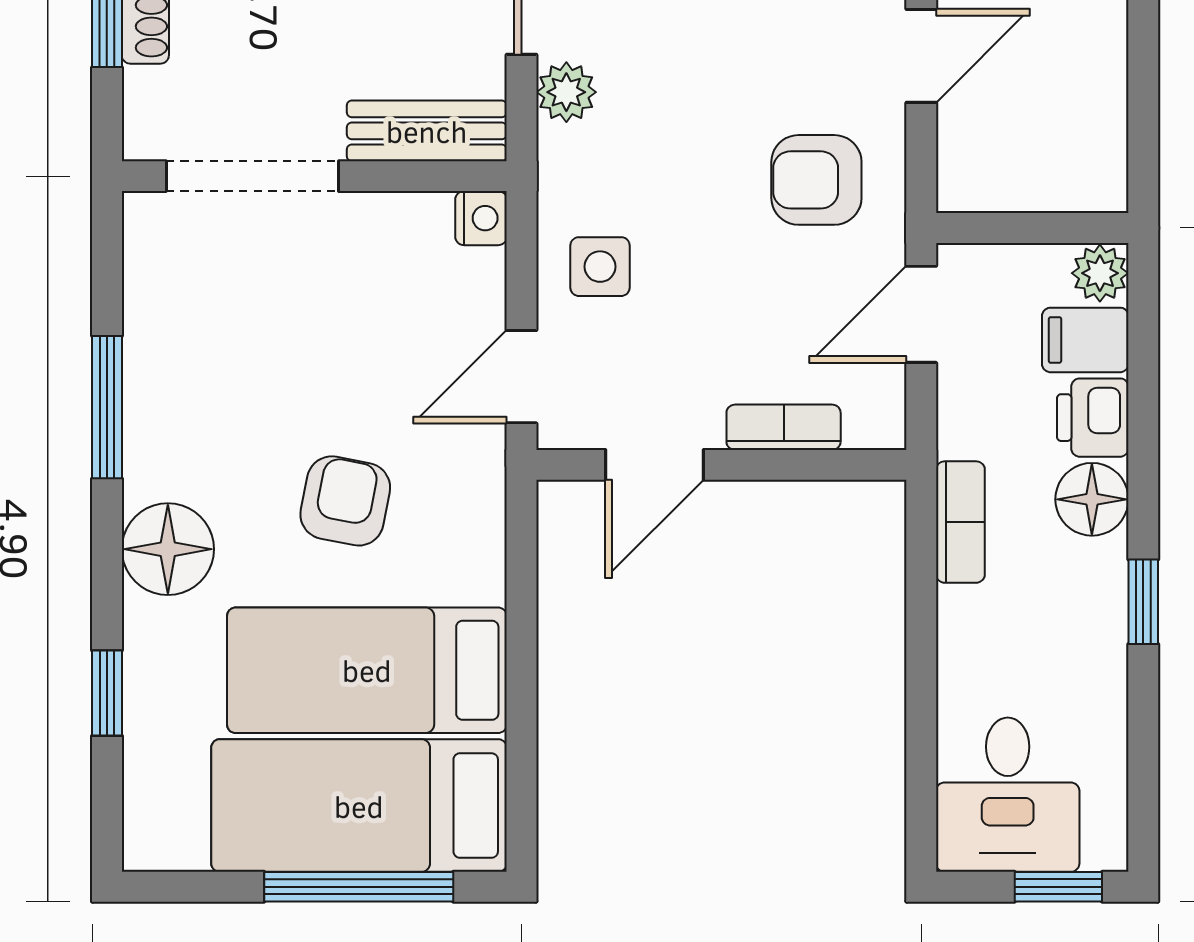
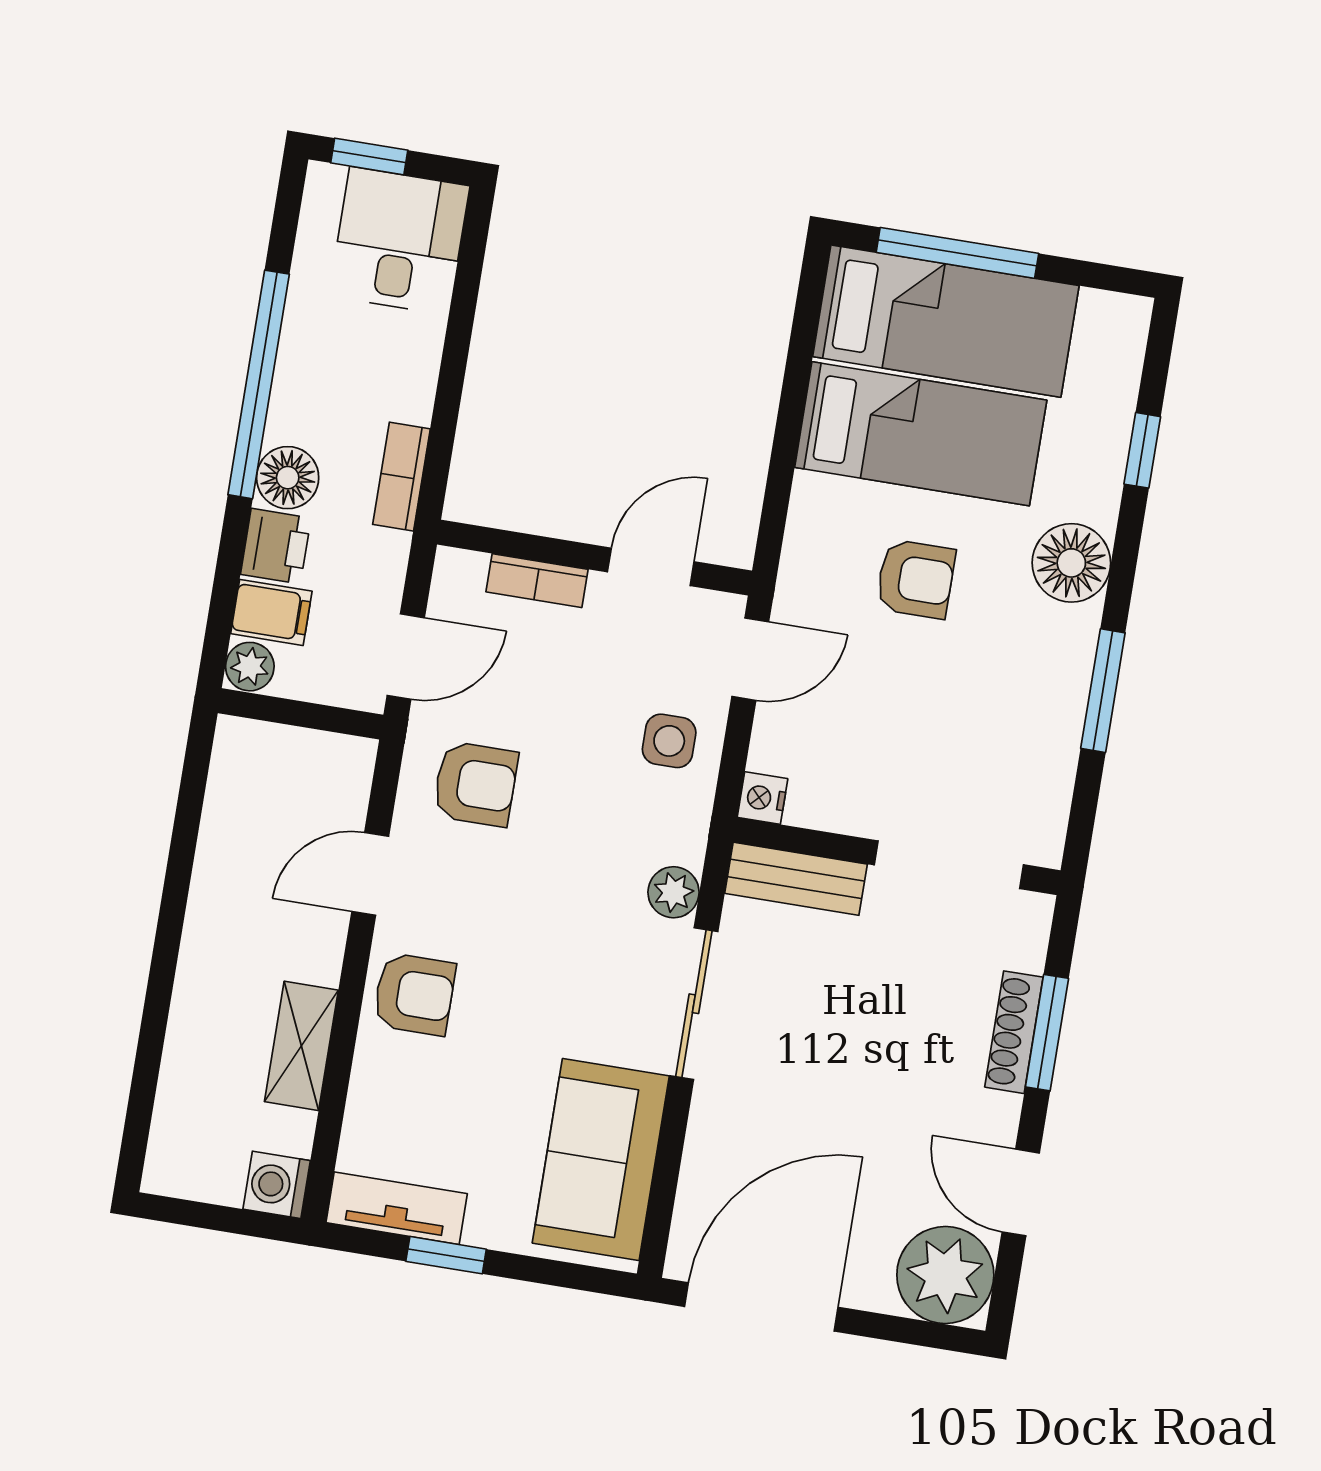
armchair: (345, 501) -> (916, 579), turned -101
window: (1143, 602) -> (259, 384), width x3.17

